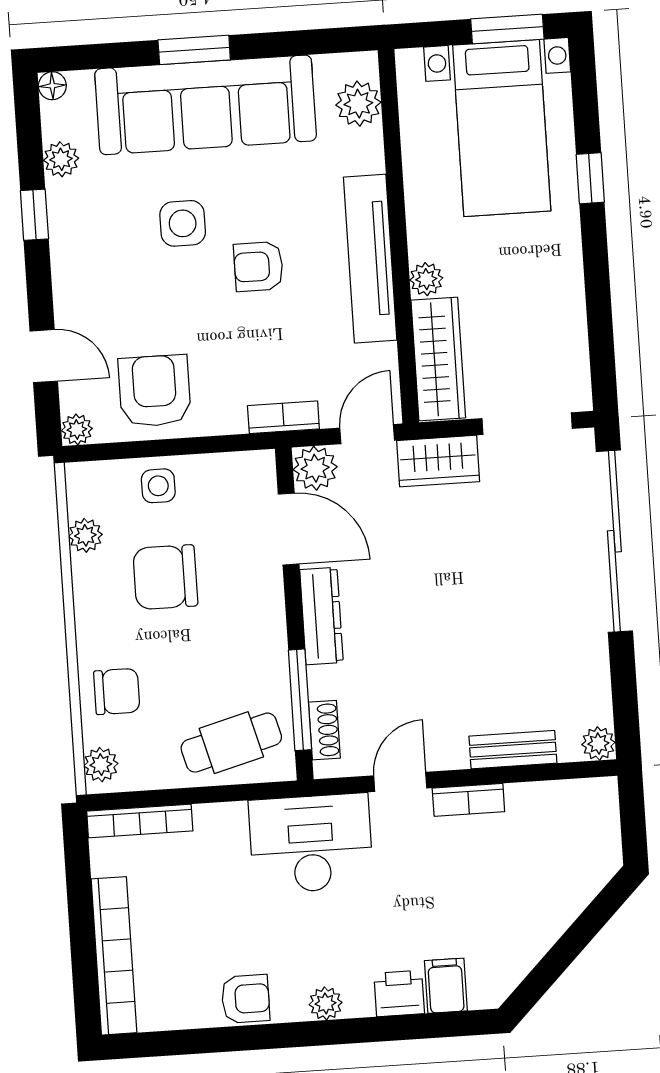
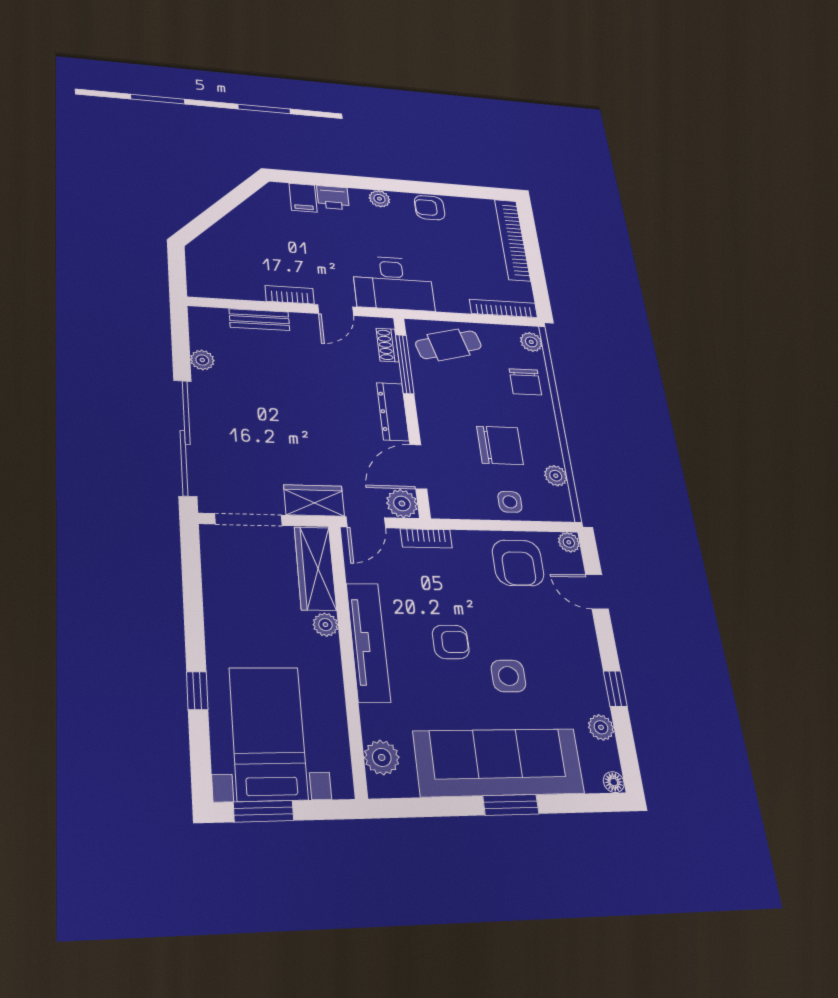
door: (289, 529) -> (418, 467), hinge flipped
chair: (117, 691) -> (525, 382), turned -90
plant: (598, 744) -> (202, 360), moved

